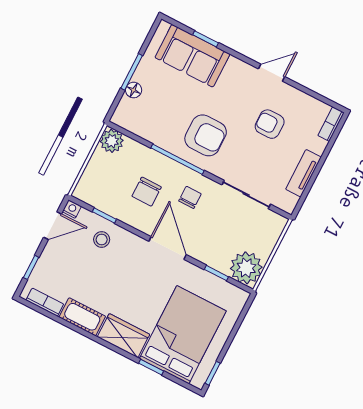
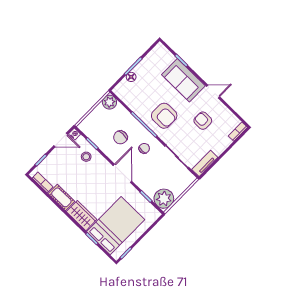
sofa: (192, 56) -> (183, 80), moved
tv unit: (303, 173) -> (205, 163), moved

